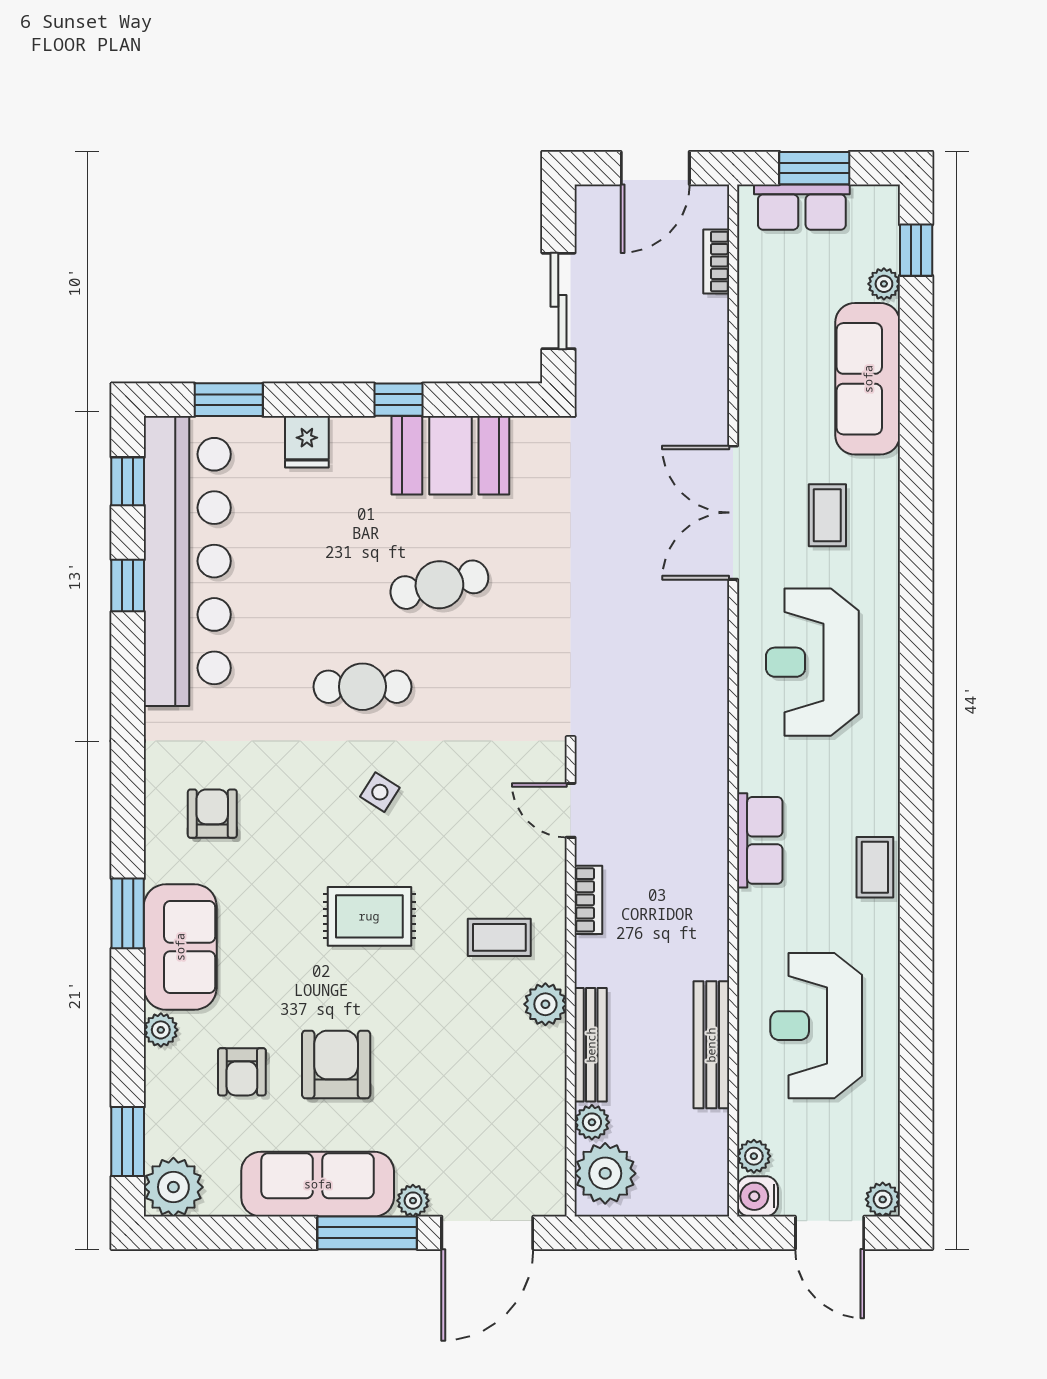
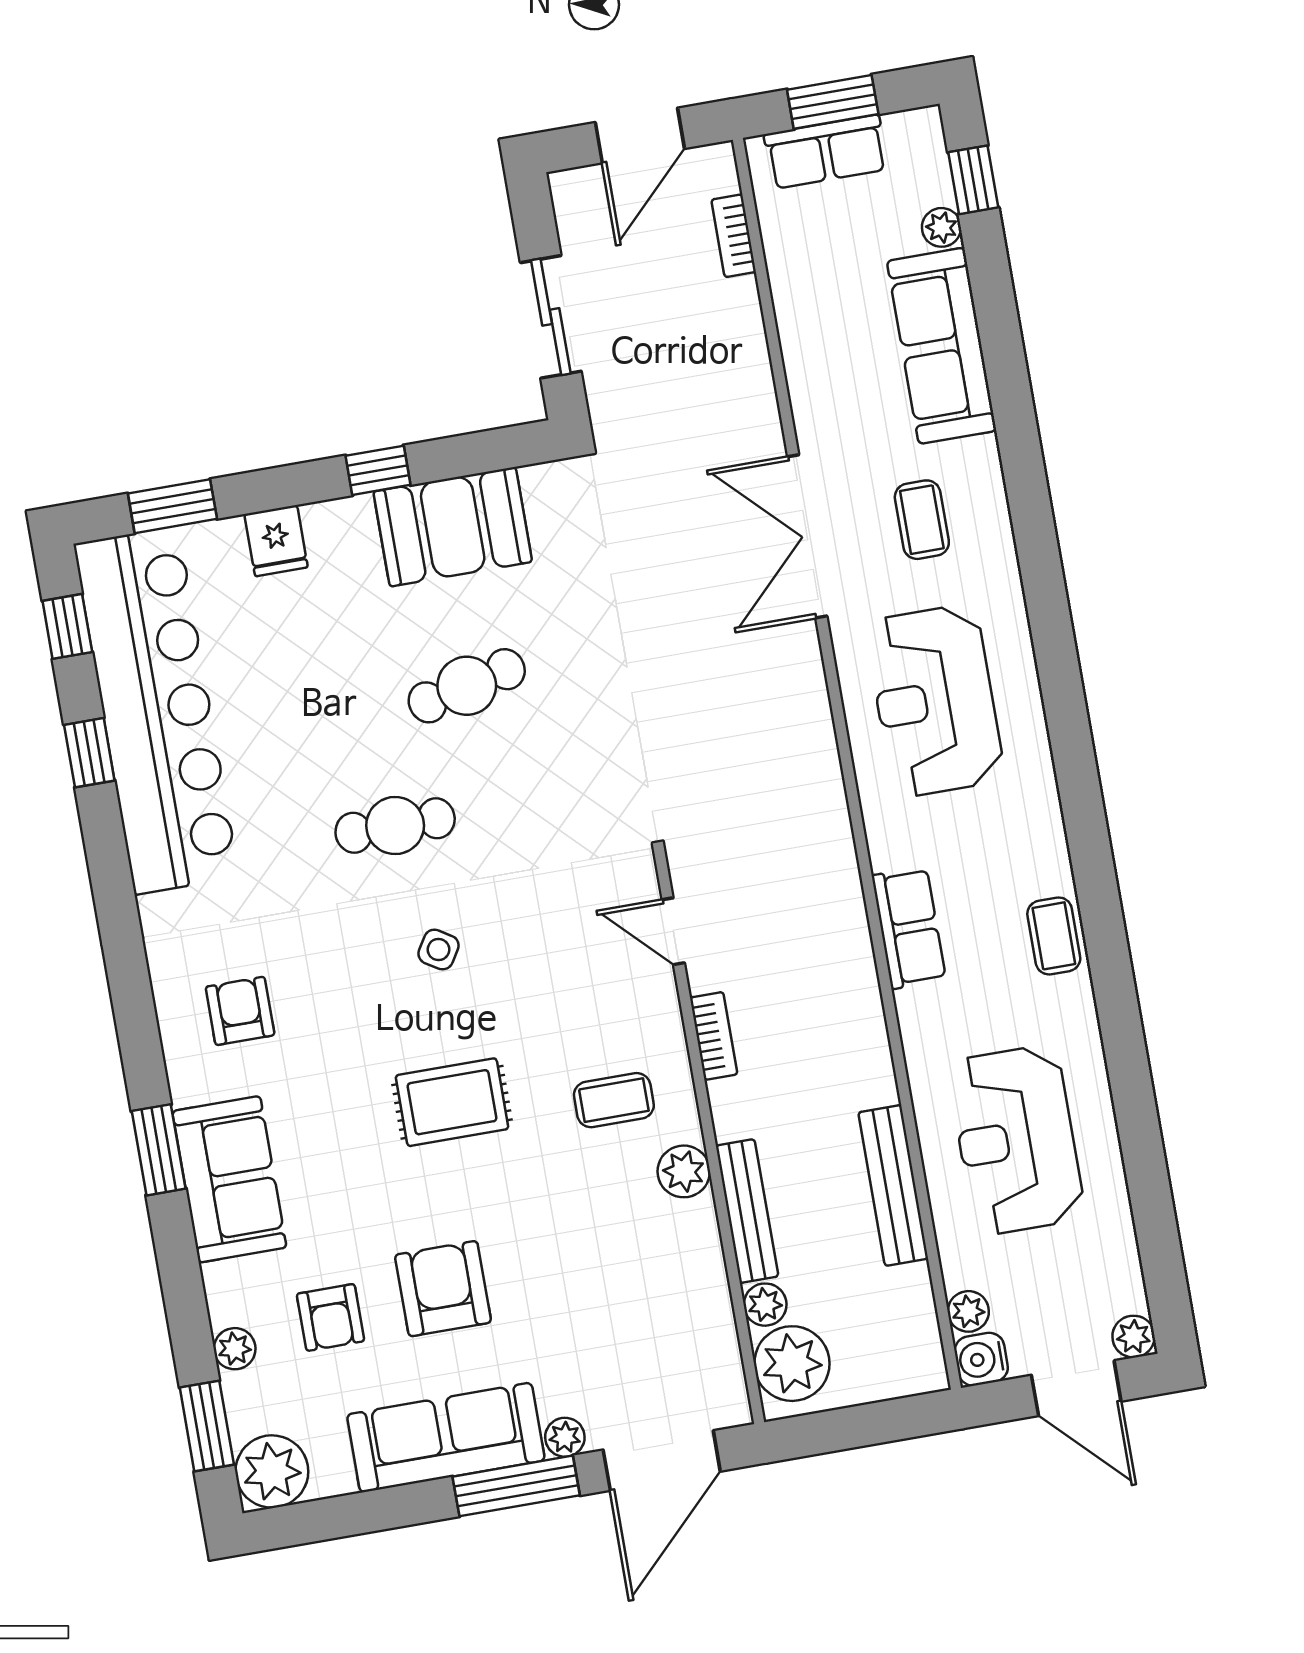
plant: (161, 1030) -> (235, 1349), moved

